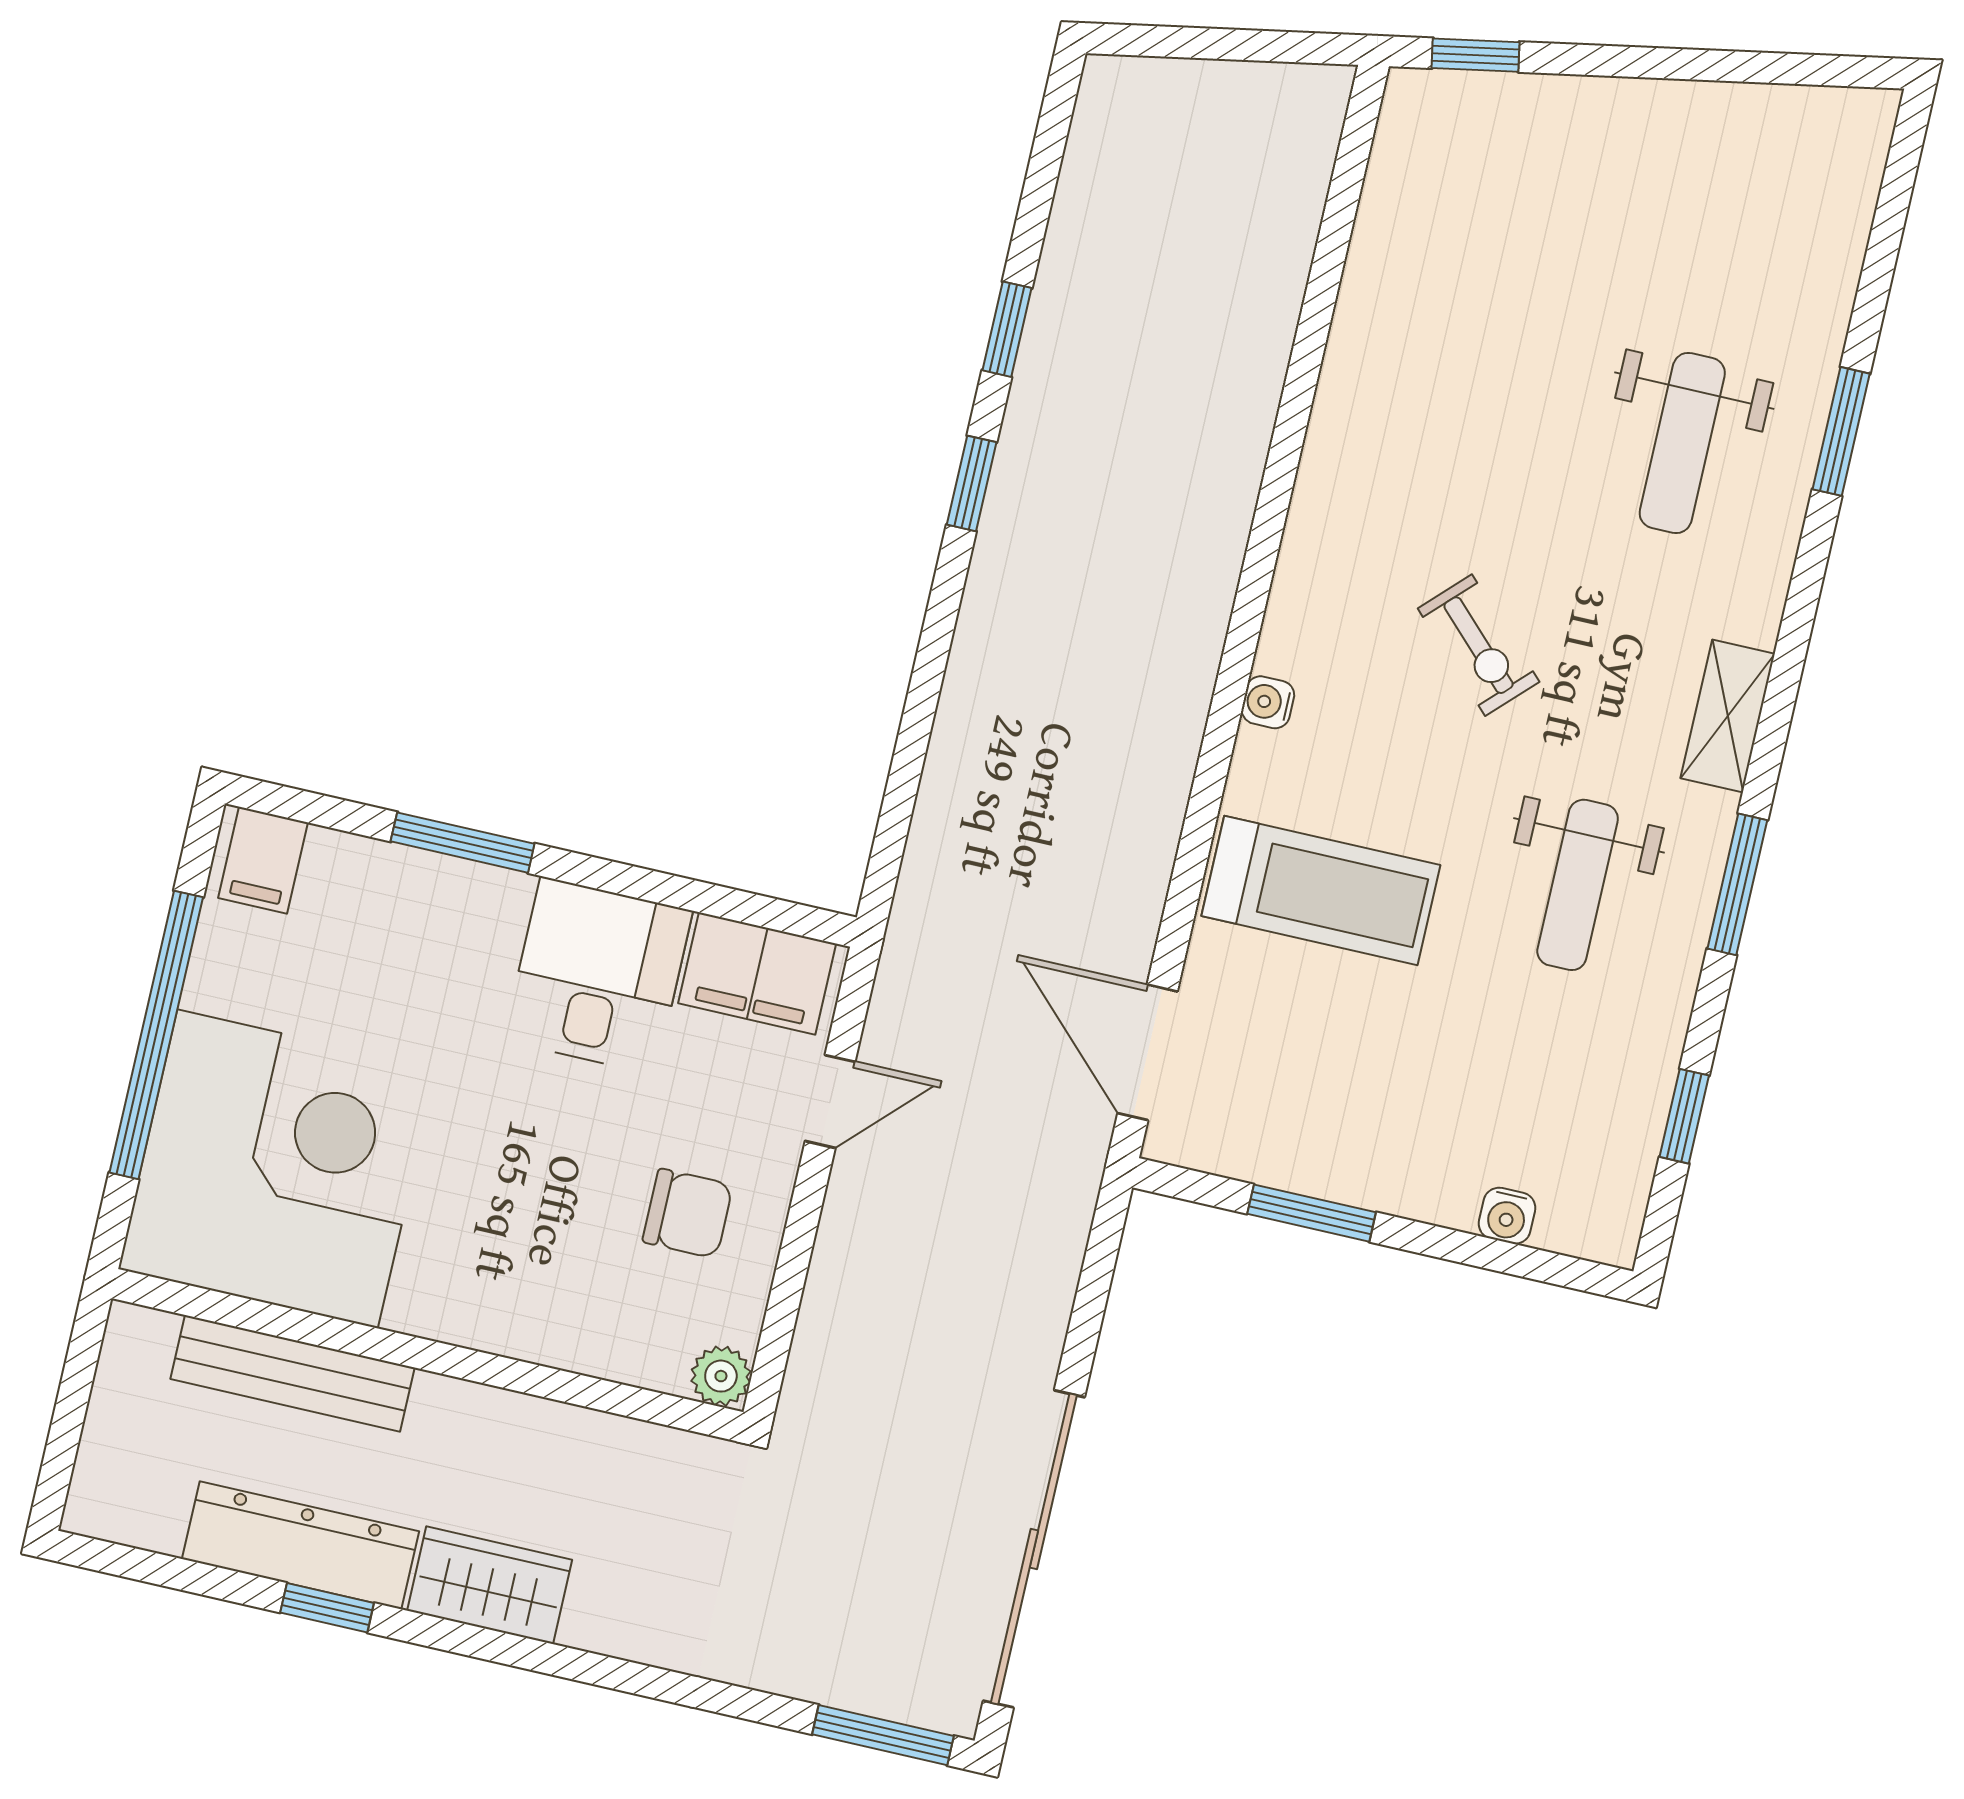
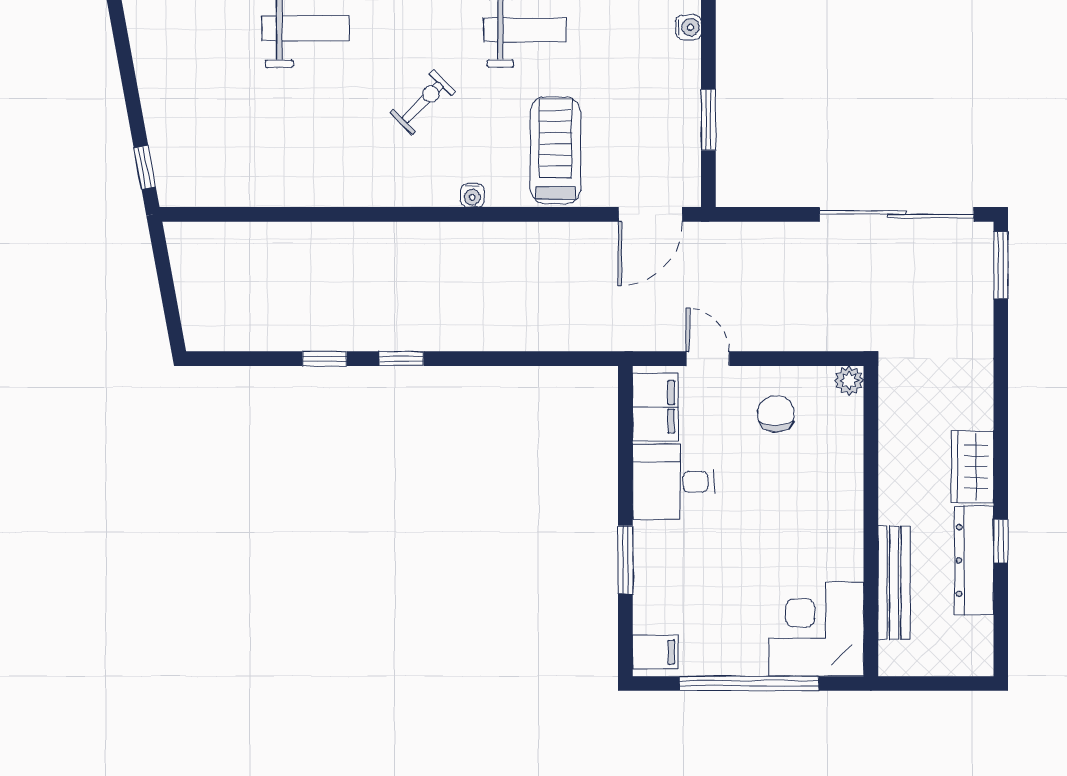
corner desk: (278, 1169) -> (816, 629), width x0.74, depth x0.74

